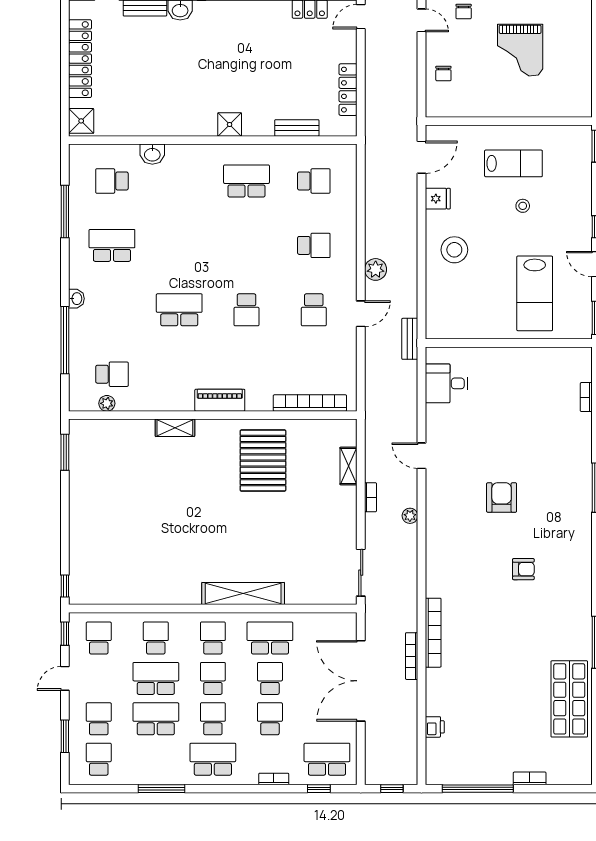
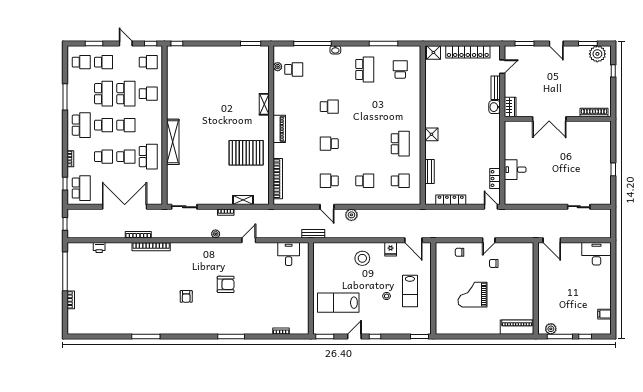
washbasin: (152, 154) -> (415, 92), removed
school desk: (314, 181) -> (400, 181), turned -90
school desk: (314, 245) -> (365, 181), turned -90
school desk: (179, 310) -> (329, 107), width x0.54
school desk: (112, 374) -> (294, 69), turned -90
school desk: (213, 638) -> (148, 125), removed
shop shelf: (569, 699) -> (115, 322), removed

